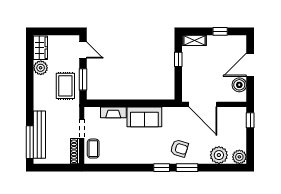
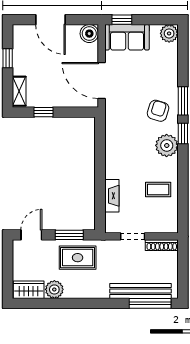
boiler: (239, 85) -> (89, 34), moved
door: (203, 104) -> (102, 80), swing flipped
sofa: (144, 117) -> (127, 37), moved, turned 90
coffee table: (93, 149) -> (158, 189), moved
plant: (219, 155) -> (167, 145), moved

